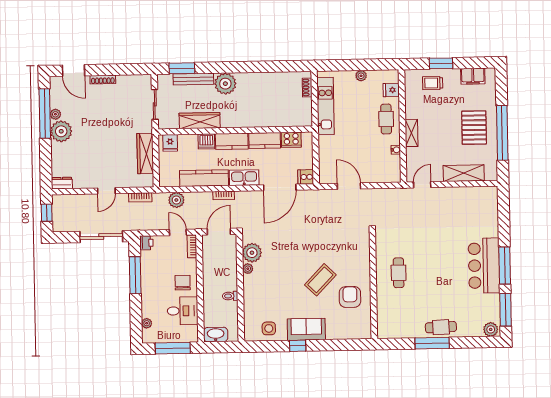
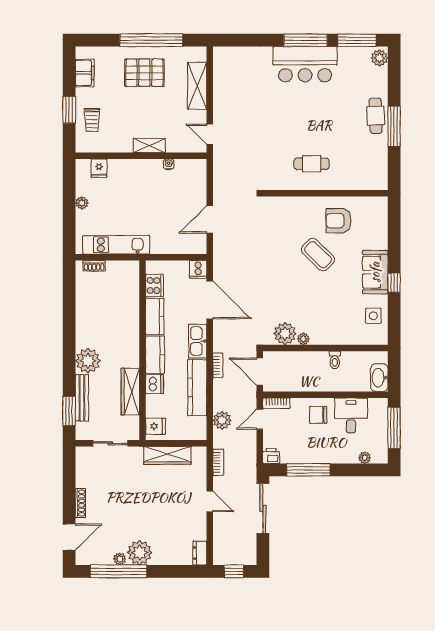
cafe table: (386, 119) -> (133, 175), removed

